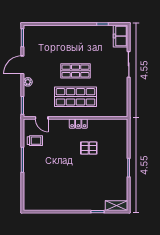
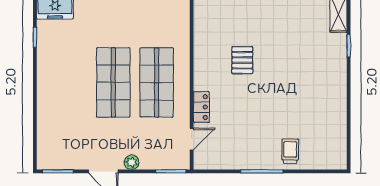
shop shelf: (75, 71) -> (113, 82), width x1.43, depth x1.36
locker: (78, 124) -> (201, 107), moved
trolley: (35, 141) -> (290, 151), moved

